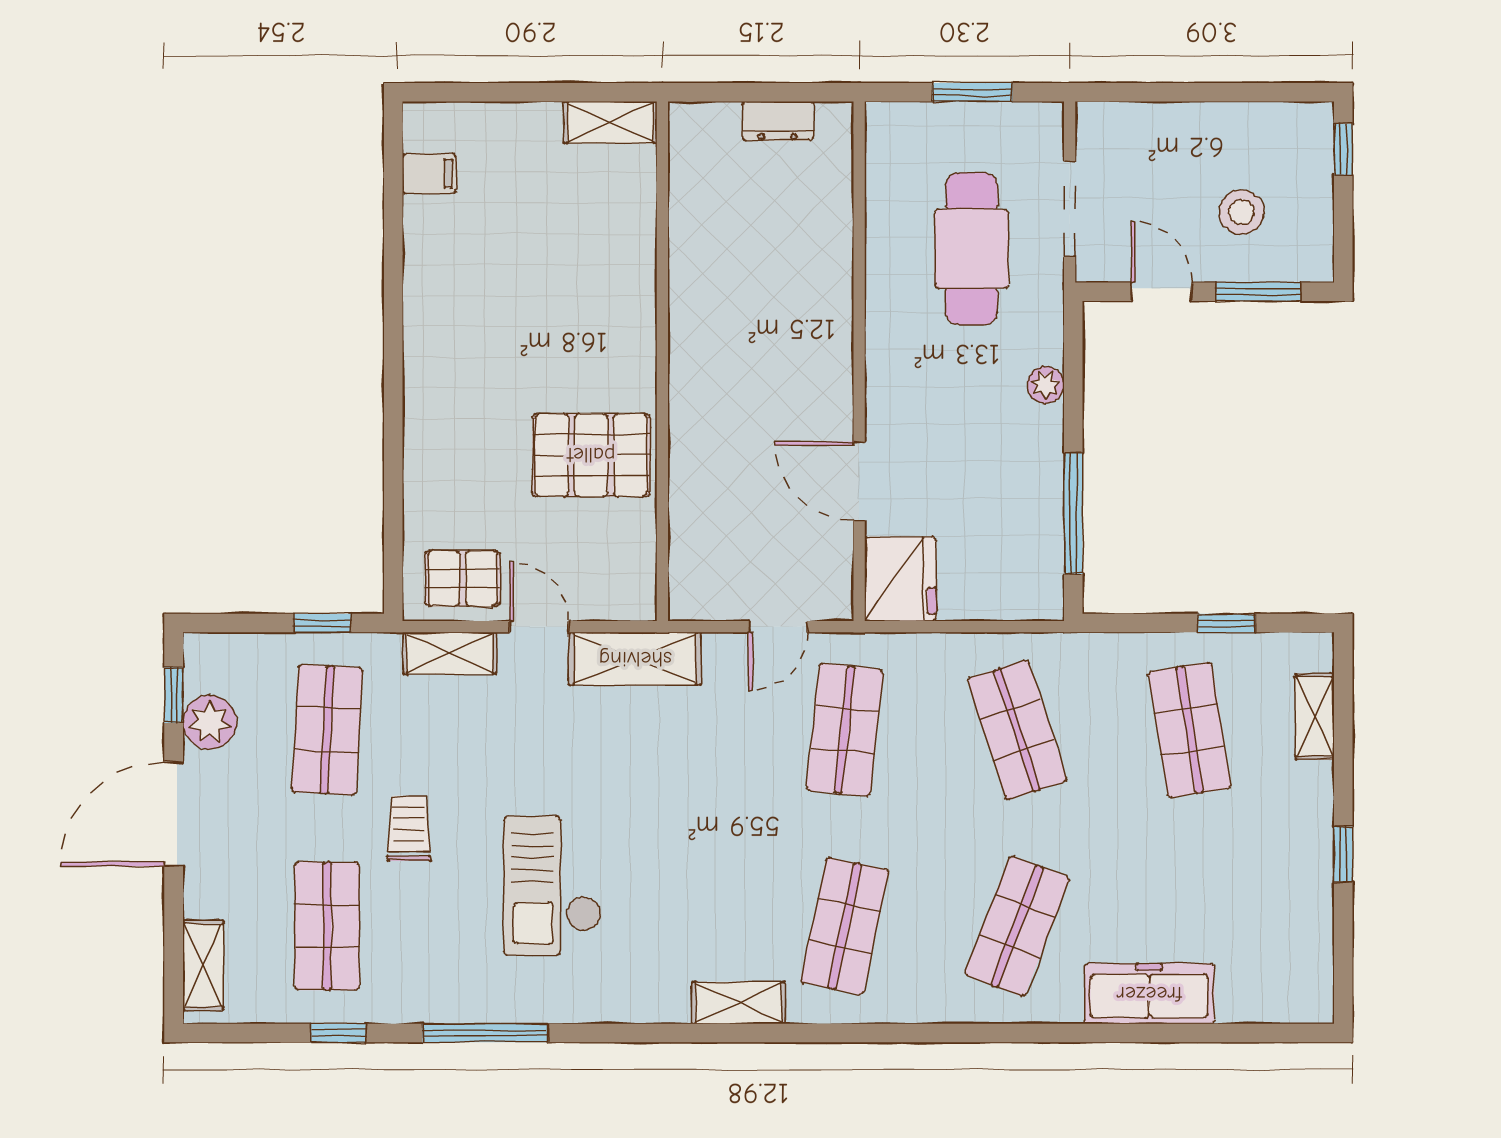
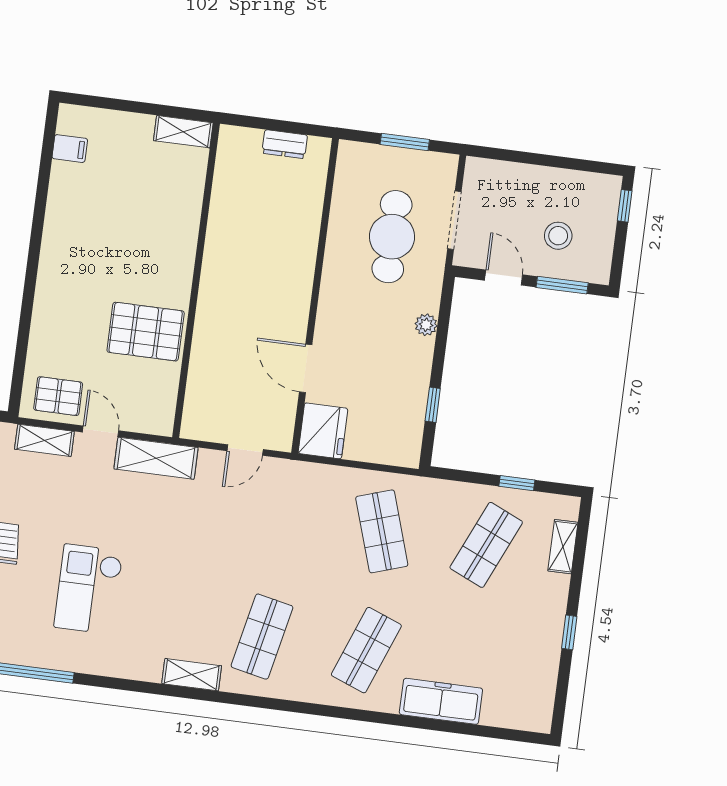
window: (1073, 513) -> (433, 405), width x0.46
shop shelf: (845, 730) -> (277, 518), removed
shop shelf: (1190, 730) -> (486, 545), turned 33

